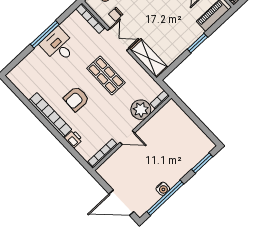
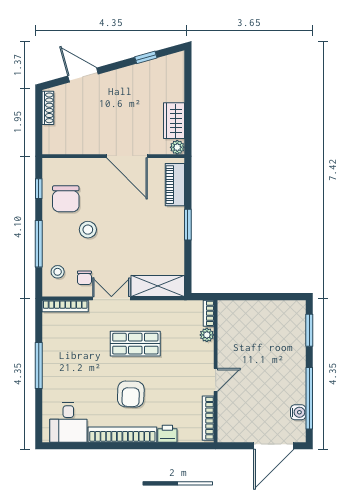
desk: (58, 46) -> (68, 422), moved, turned -90
plant: (141, 110) -> (207, 335), width x0.53, depth x0.53
water cooler: (163, 189) -> (298, 412), moved

